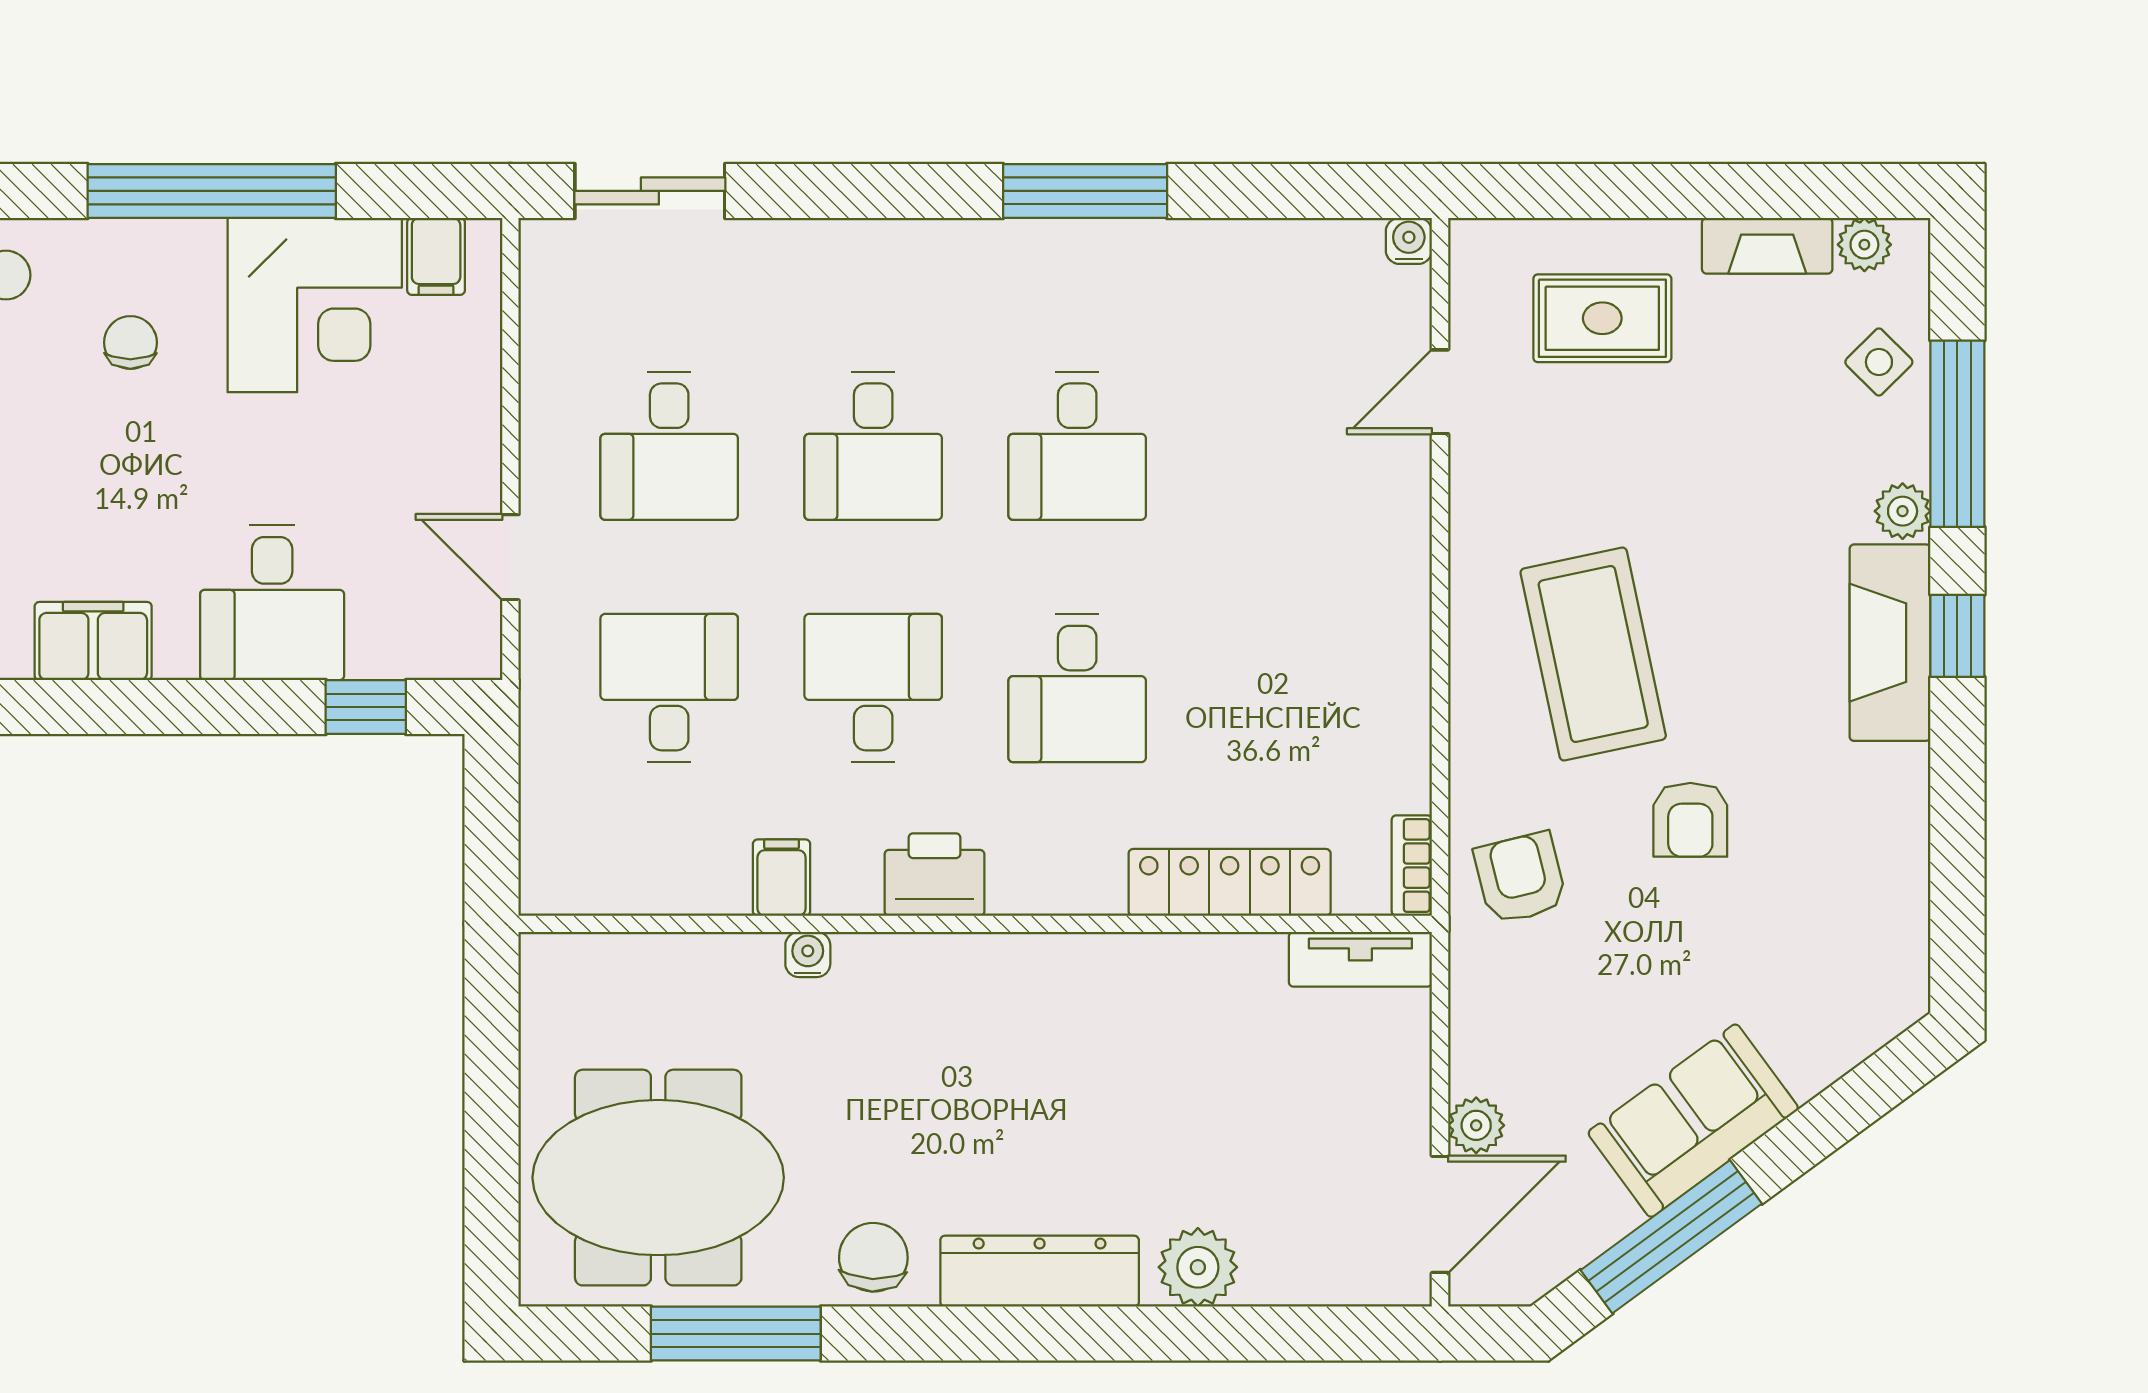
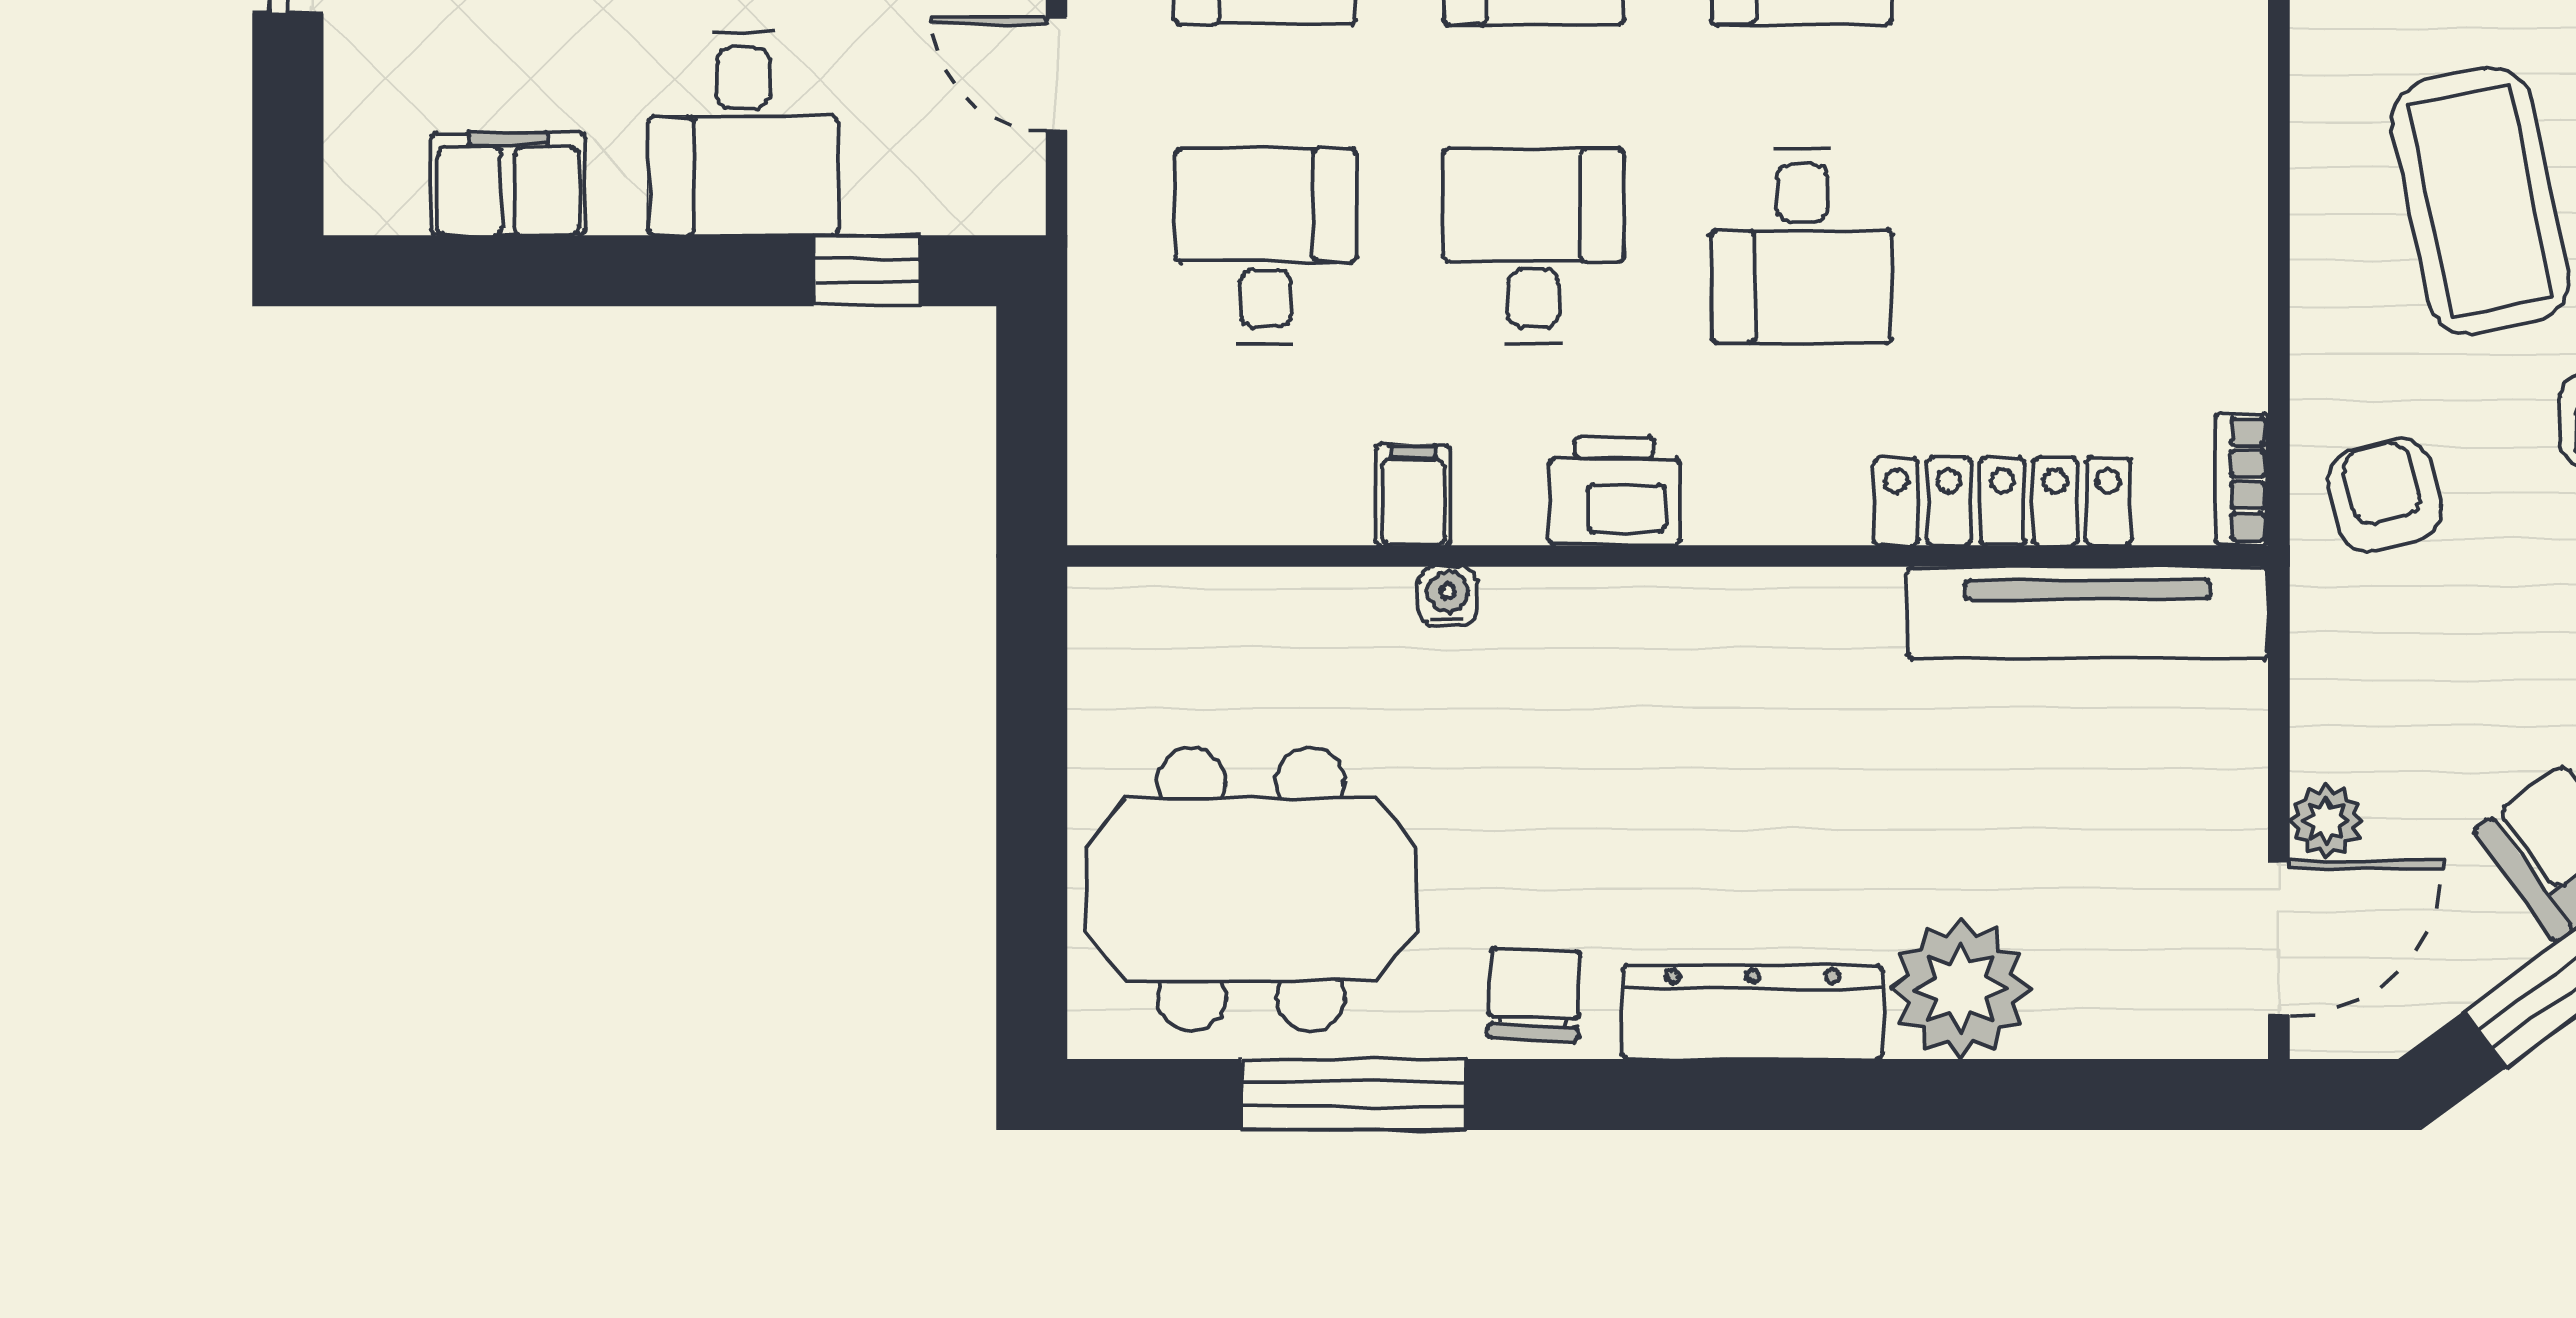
tv unit: (1360, 959) -> (2088, 613), width x1.92, depth x1.29
plant: (1198, 1267) -> (1961, 989), width x1.36, depth x1.36

